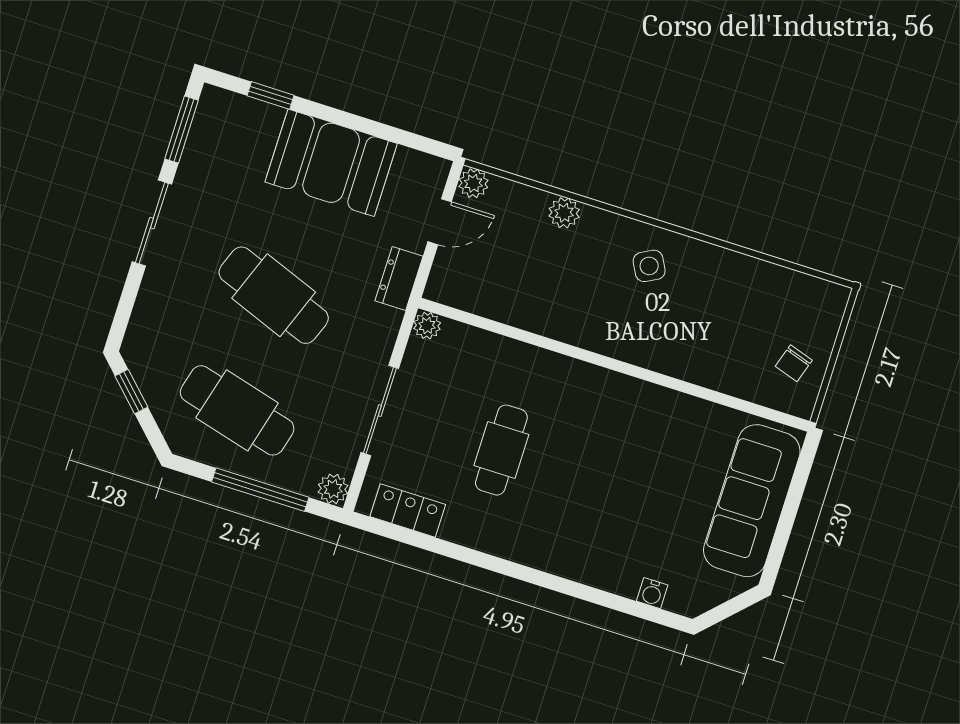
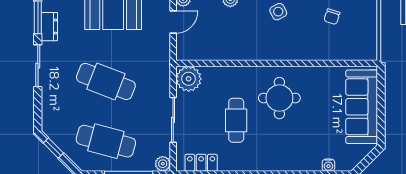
dresser: (399, 278) -> (49, 27), moved, turned 180
plant: (427, 326) -> (189, 79), width x1.88, depth x1.88
chair: (794, 363) -> (332, 17), moved
round table: (599, 434) -> (279, 98), added

